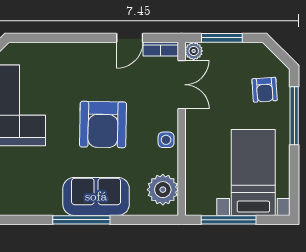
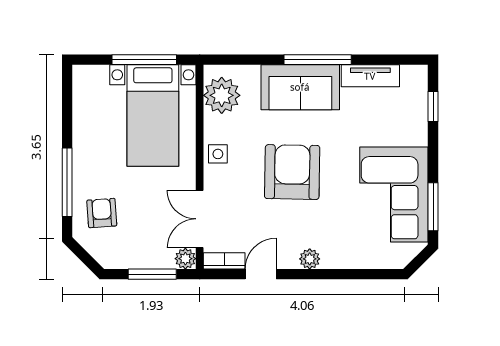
plant: (88, 51) -> (310, 259), added
bed with nightstands: (253, 173) -> (153, 115), moved
tv unit: (37, 206) -> (370, 76), added

